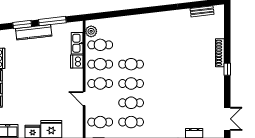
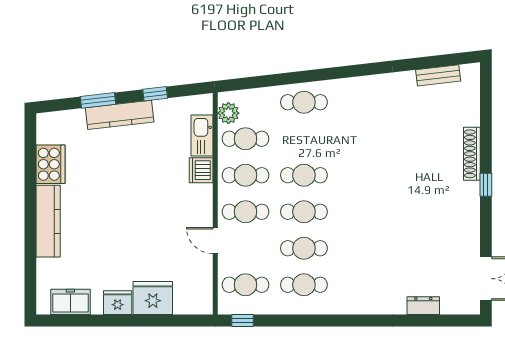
window: (52, 21) -> (155, 94), width x0.46
cafe table: (131, 26) -> (304, 102), added

